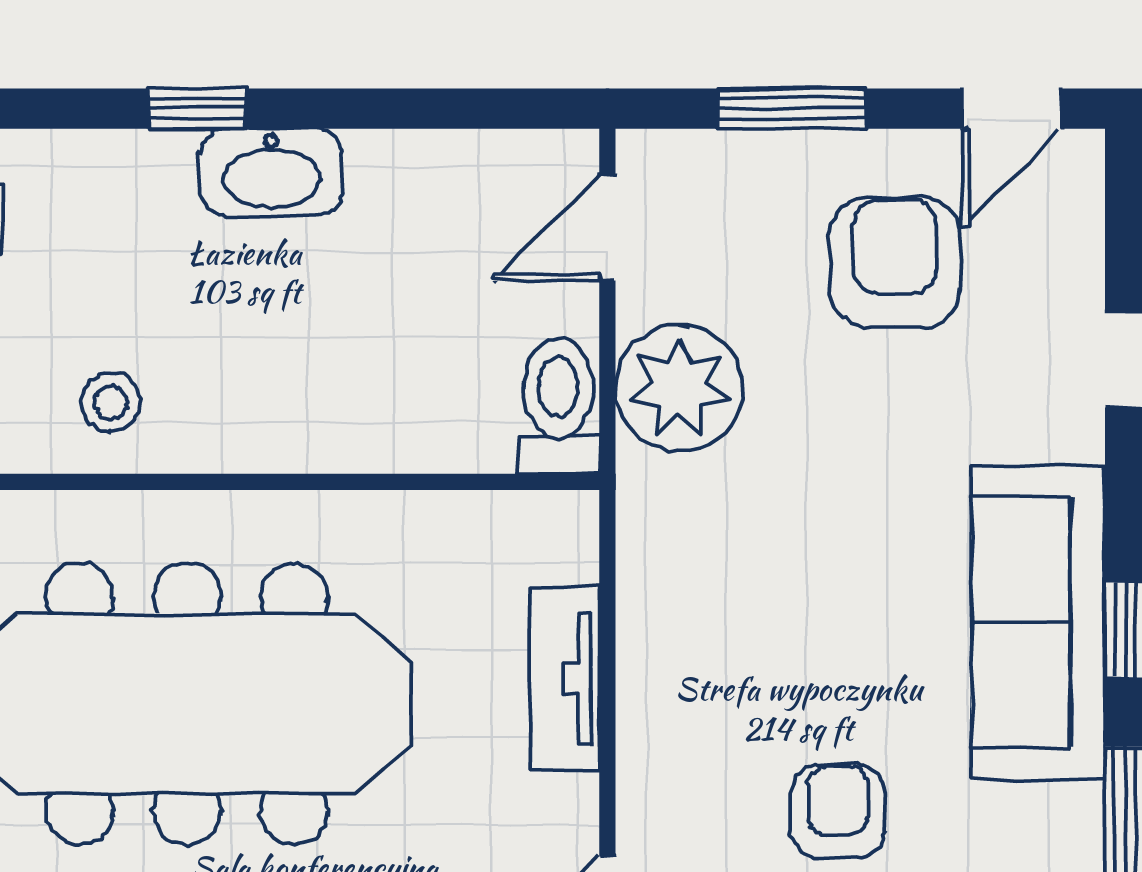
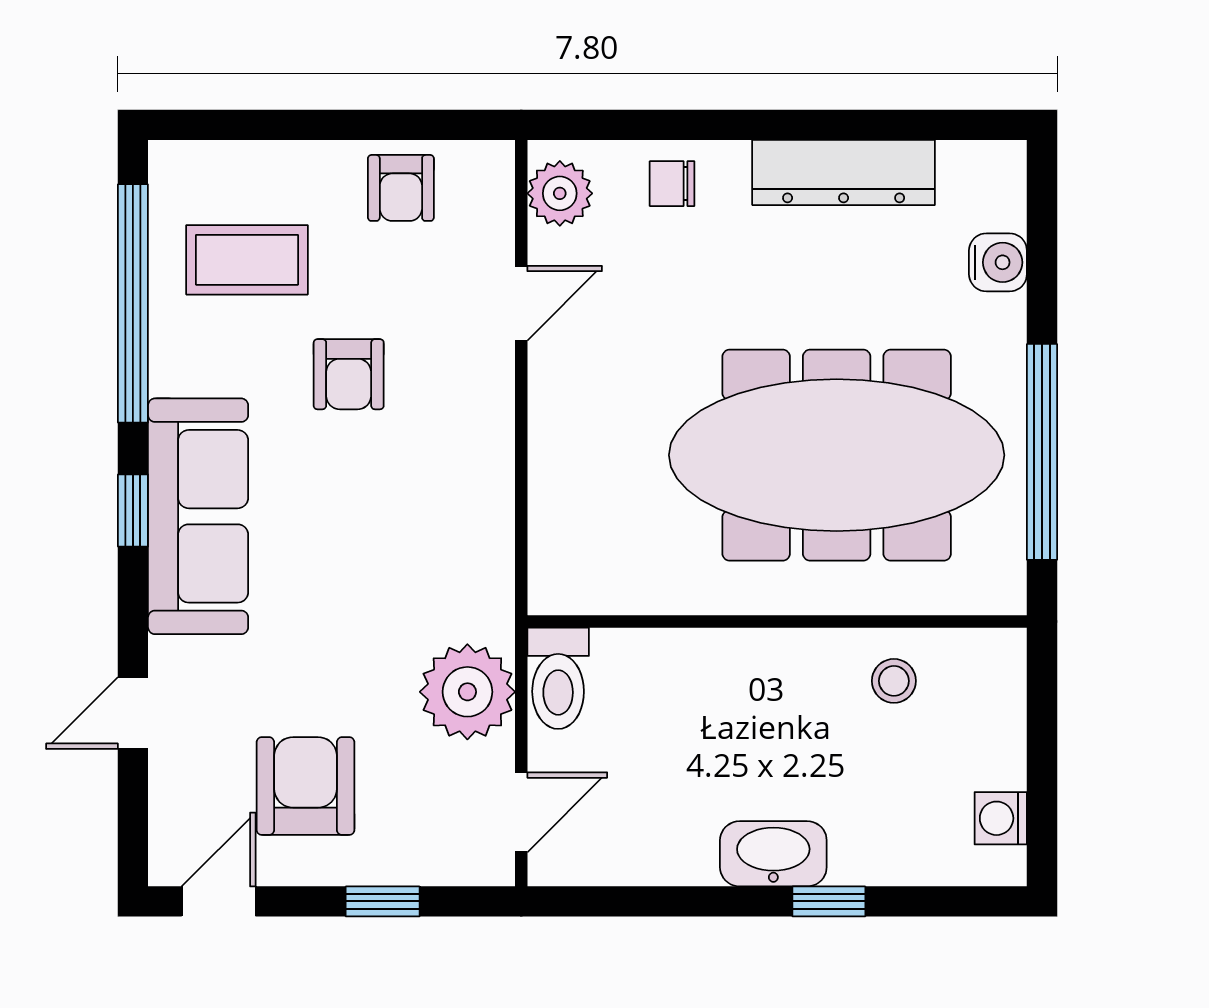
window: (792, 109) -> (383, 901), width x0.67
armchair: (895, 262) -> (306, 786), turned 180
tv unit: (565, 679) -> (553, 474), removed

